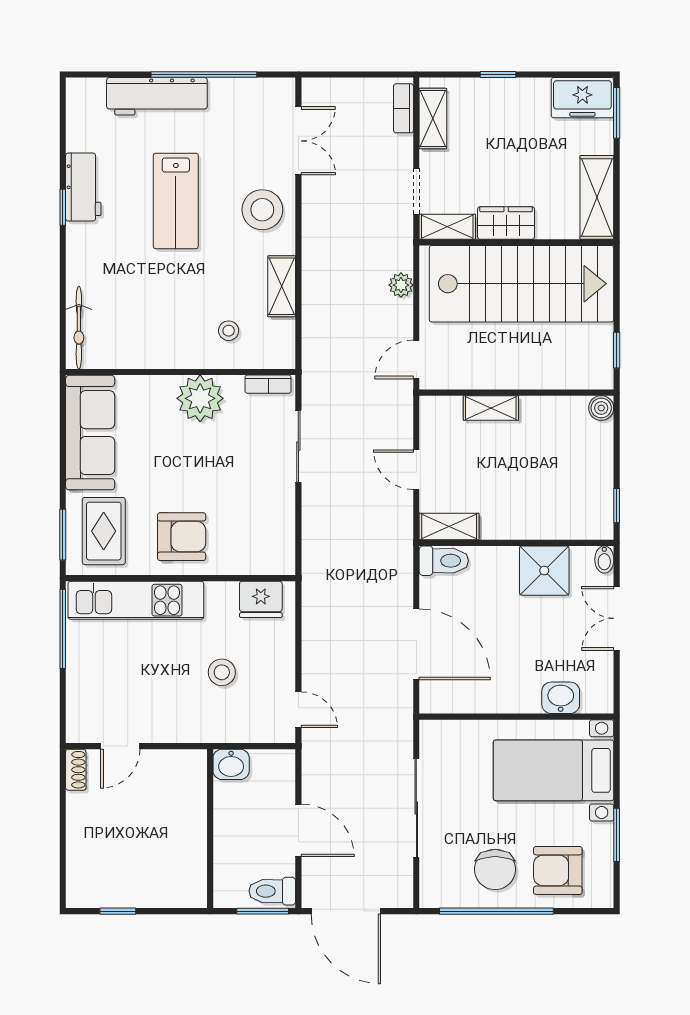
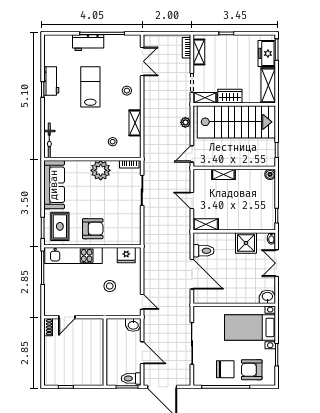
workbench: (157, 96) -> (88, 43), width x0.73
freezer: (582, 98) -> (267, 53), moved, turned 90
lab bench: (176, 201) -> (90, 87), turned 180
stool: (262, 210) -> (127, 91), width x0.53, depth x0.53
toilet: (444, 561) -> (204, 251), moved
washbasin: (561, 698) -> (267, 297), moved
washbasin: (231, 764) -> (133, 325), moved
chair: (495, 869) -> (225, 369), turned -90

